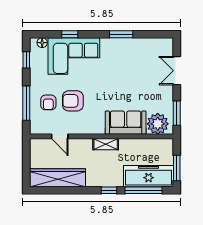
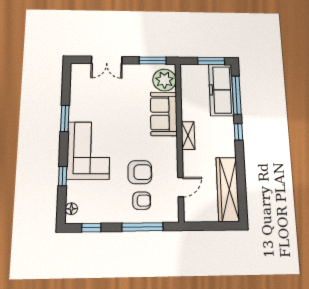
corner sofa: (74, 56) -> (89, 150), moved
armchair: (73, 101) -> (140, 172), turned -90

